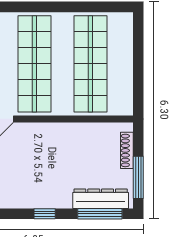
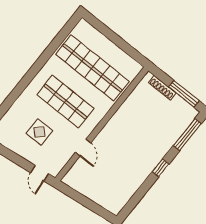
shop shelf: (34, 64) -> (65, 102), width x0.71
dresser: (101, 199) -> (179, 127), removed

